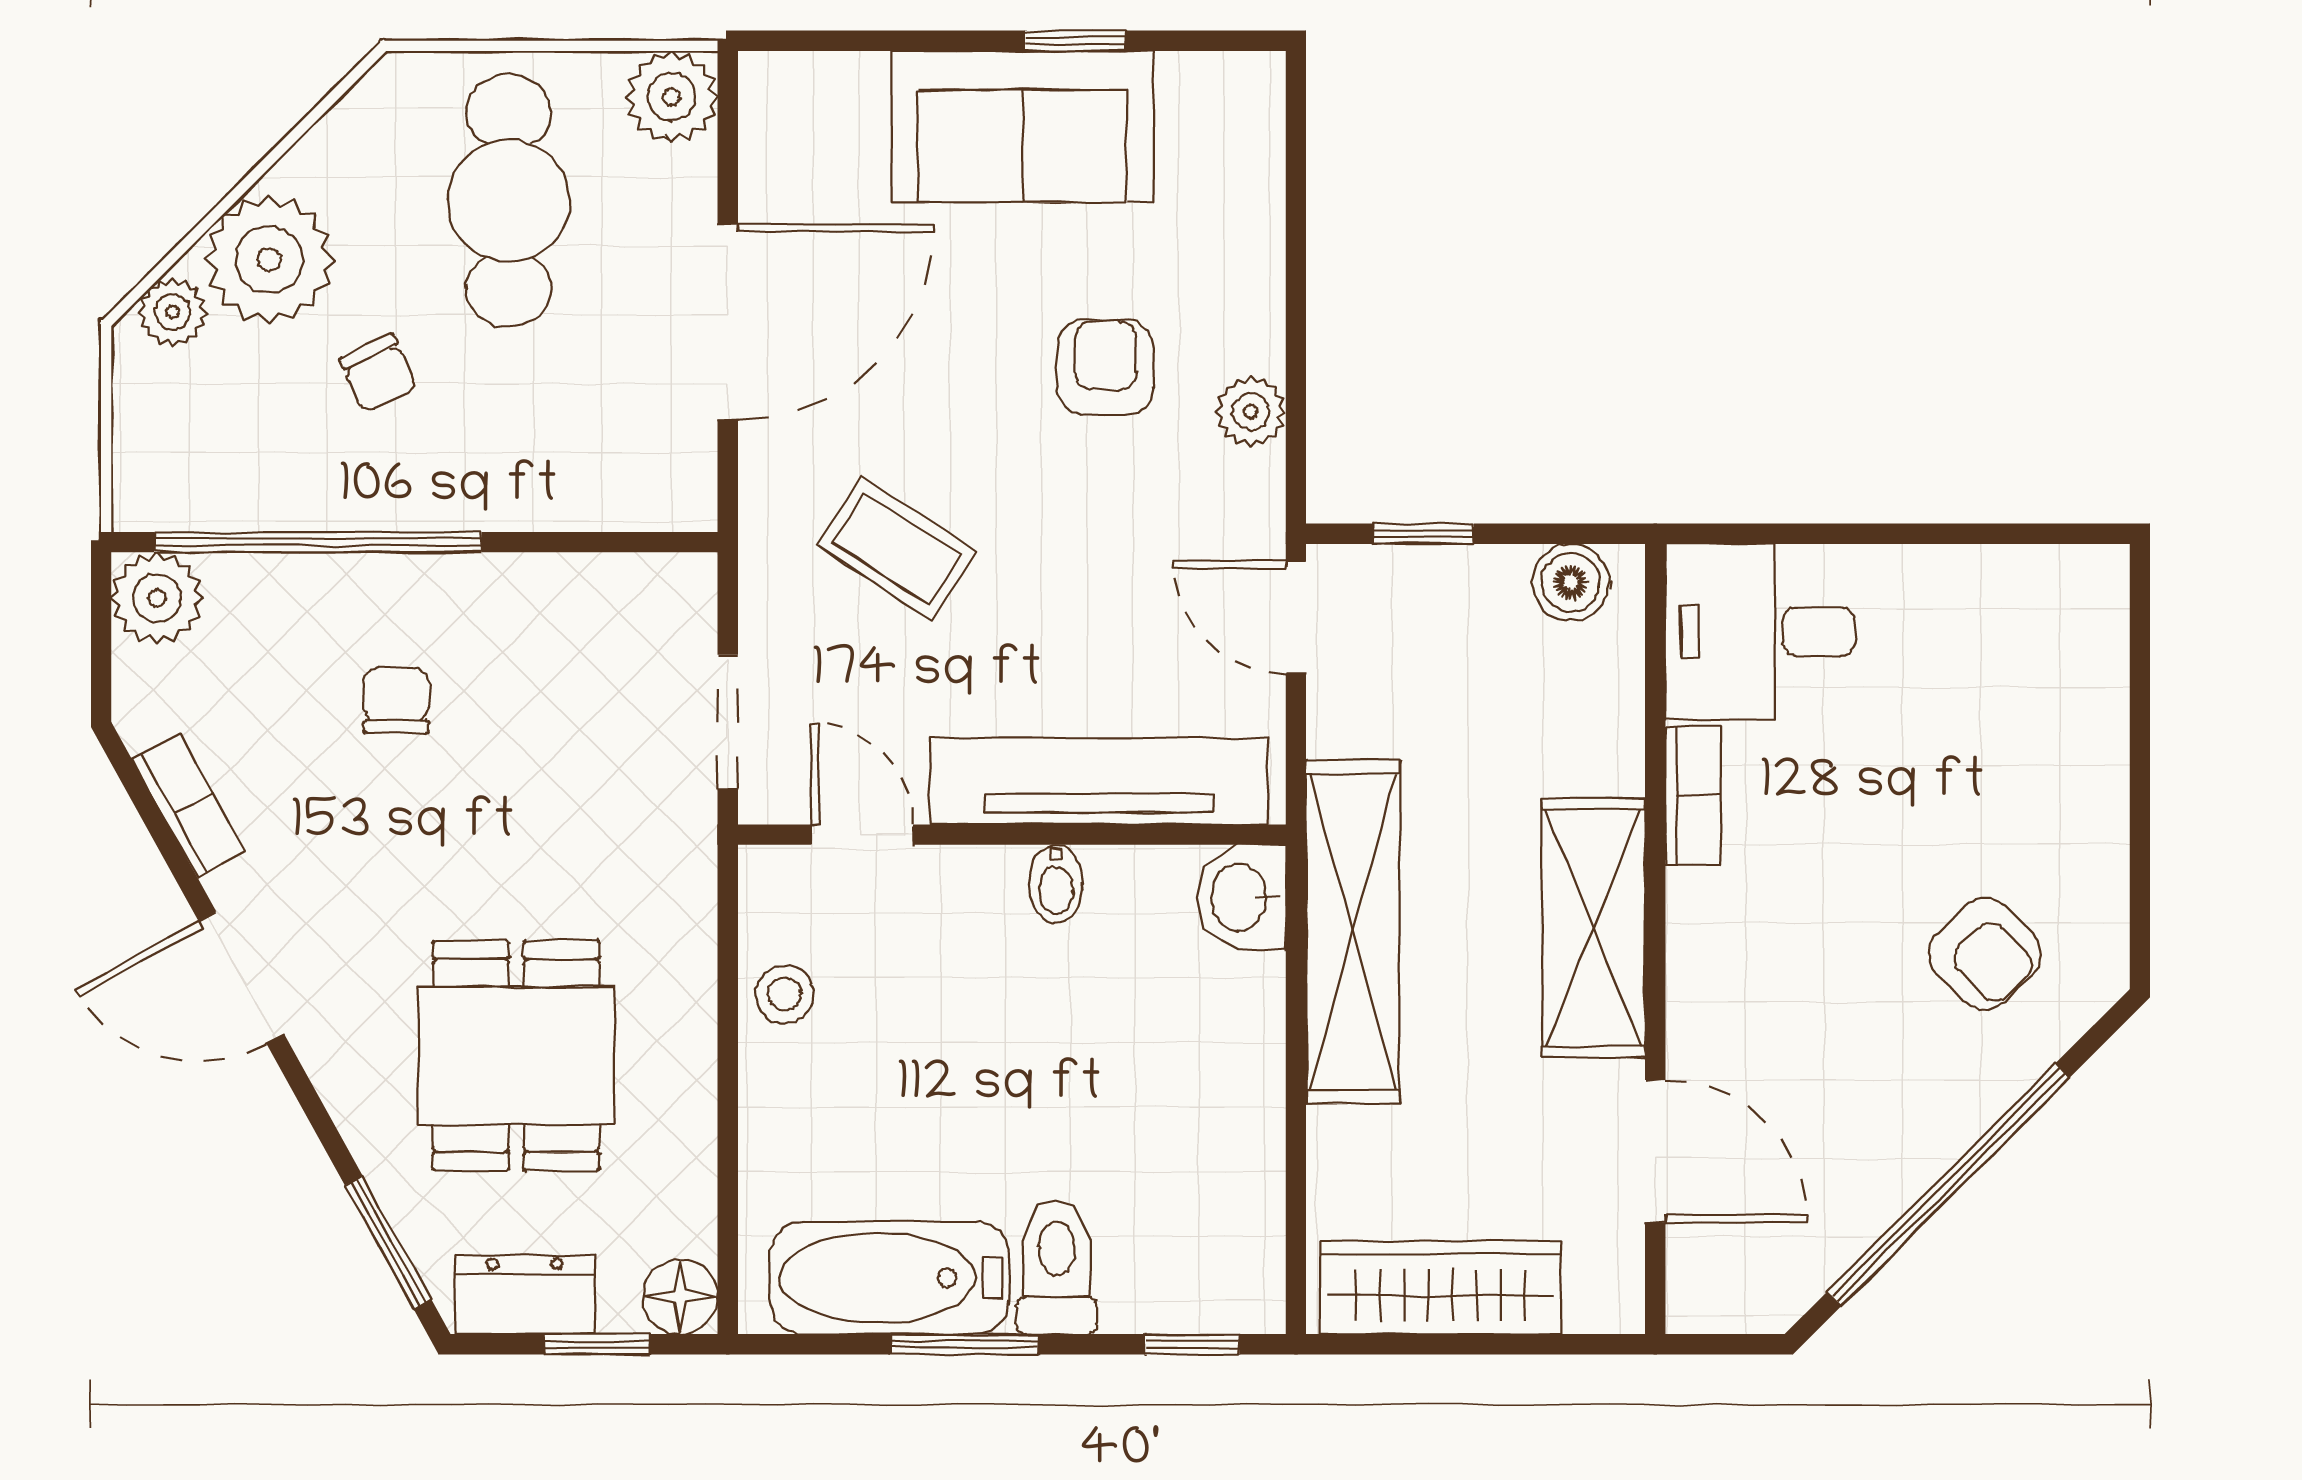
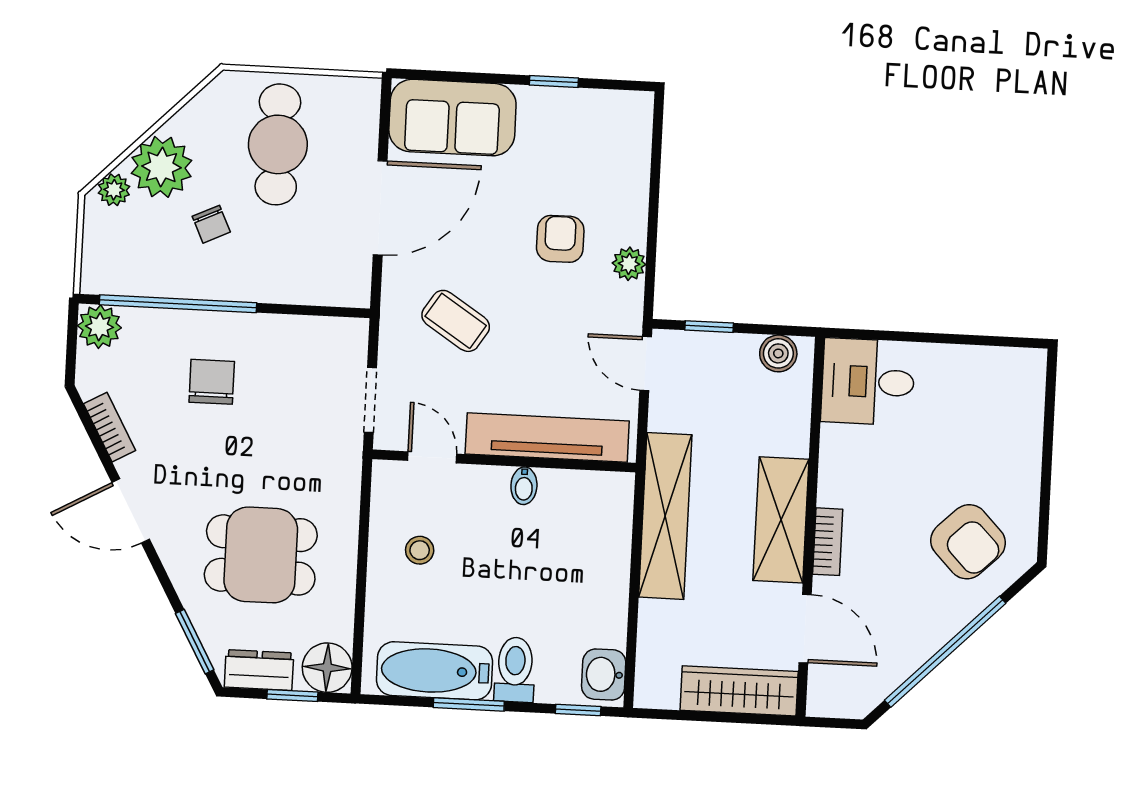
plant: (672, 97) -> (359, 99), removed
sofa: (1023, 126) -> (452, 118), moved
chair: (396, 701) -> (212, 382), width x1.37, depth x1.37
bookcase: (1693, 795) -> (828, 542), moved
washbasin: (1241, 897) -> (604, 674), moved
armchair: (1985, 954) -> (968, 542), width x1.38, depth x1.38
stool: (785, 994) -> (420, 550), moved
dining table: (516, 1056) -> (261, 555), turned 90
wardrobe: (1441, 1288) -> (739, 691), moved
floor lamp: (680, 1297) -> (327, 668), width x1.38, depth x1.38

